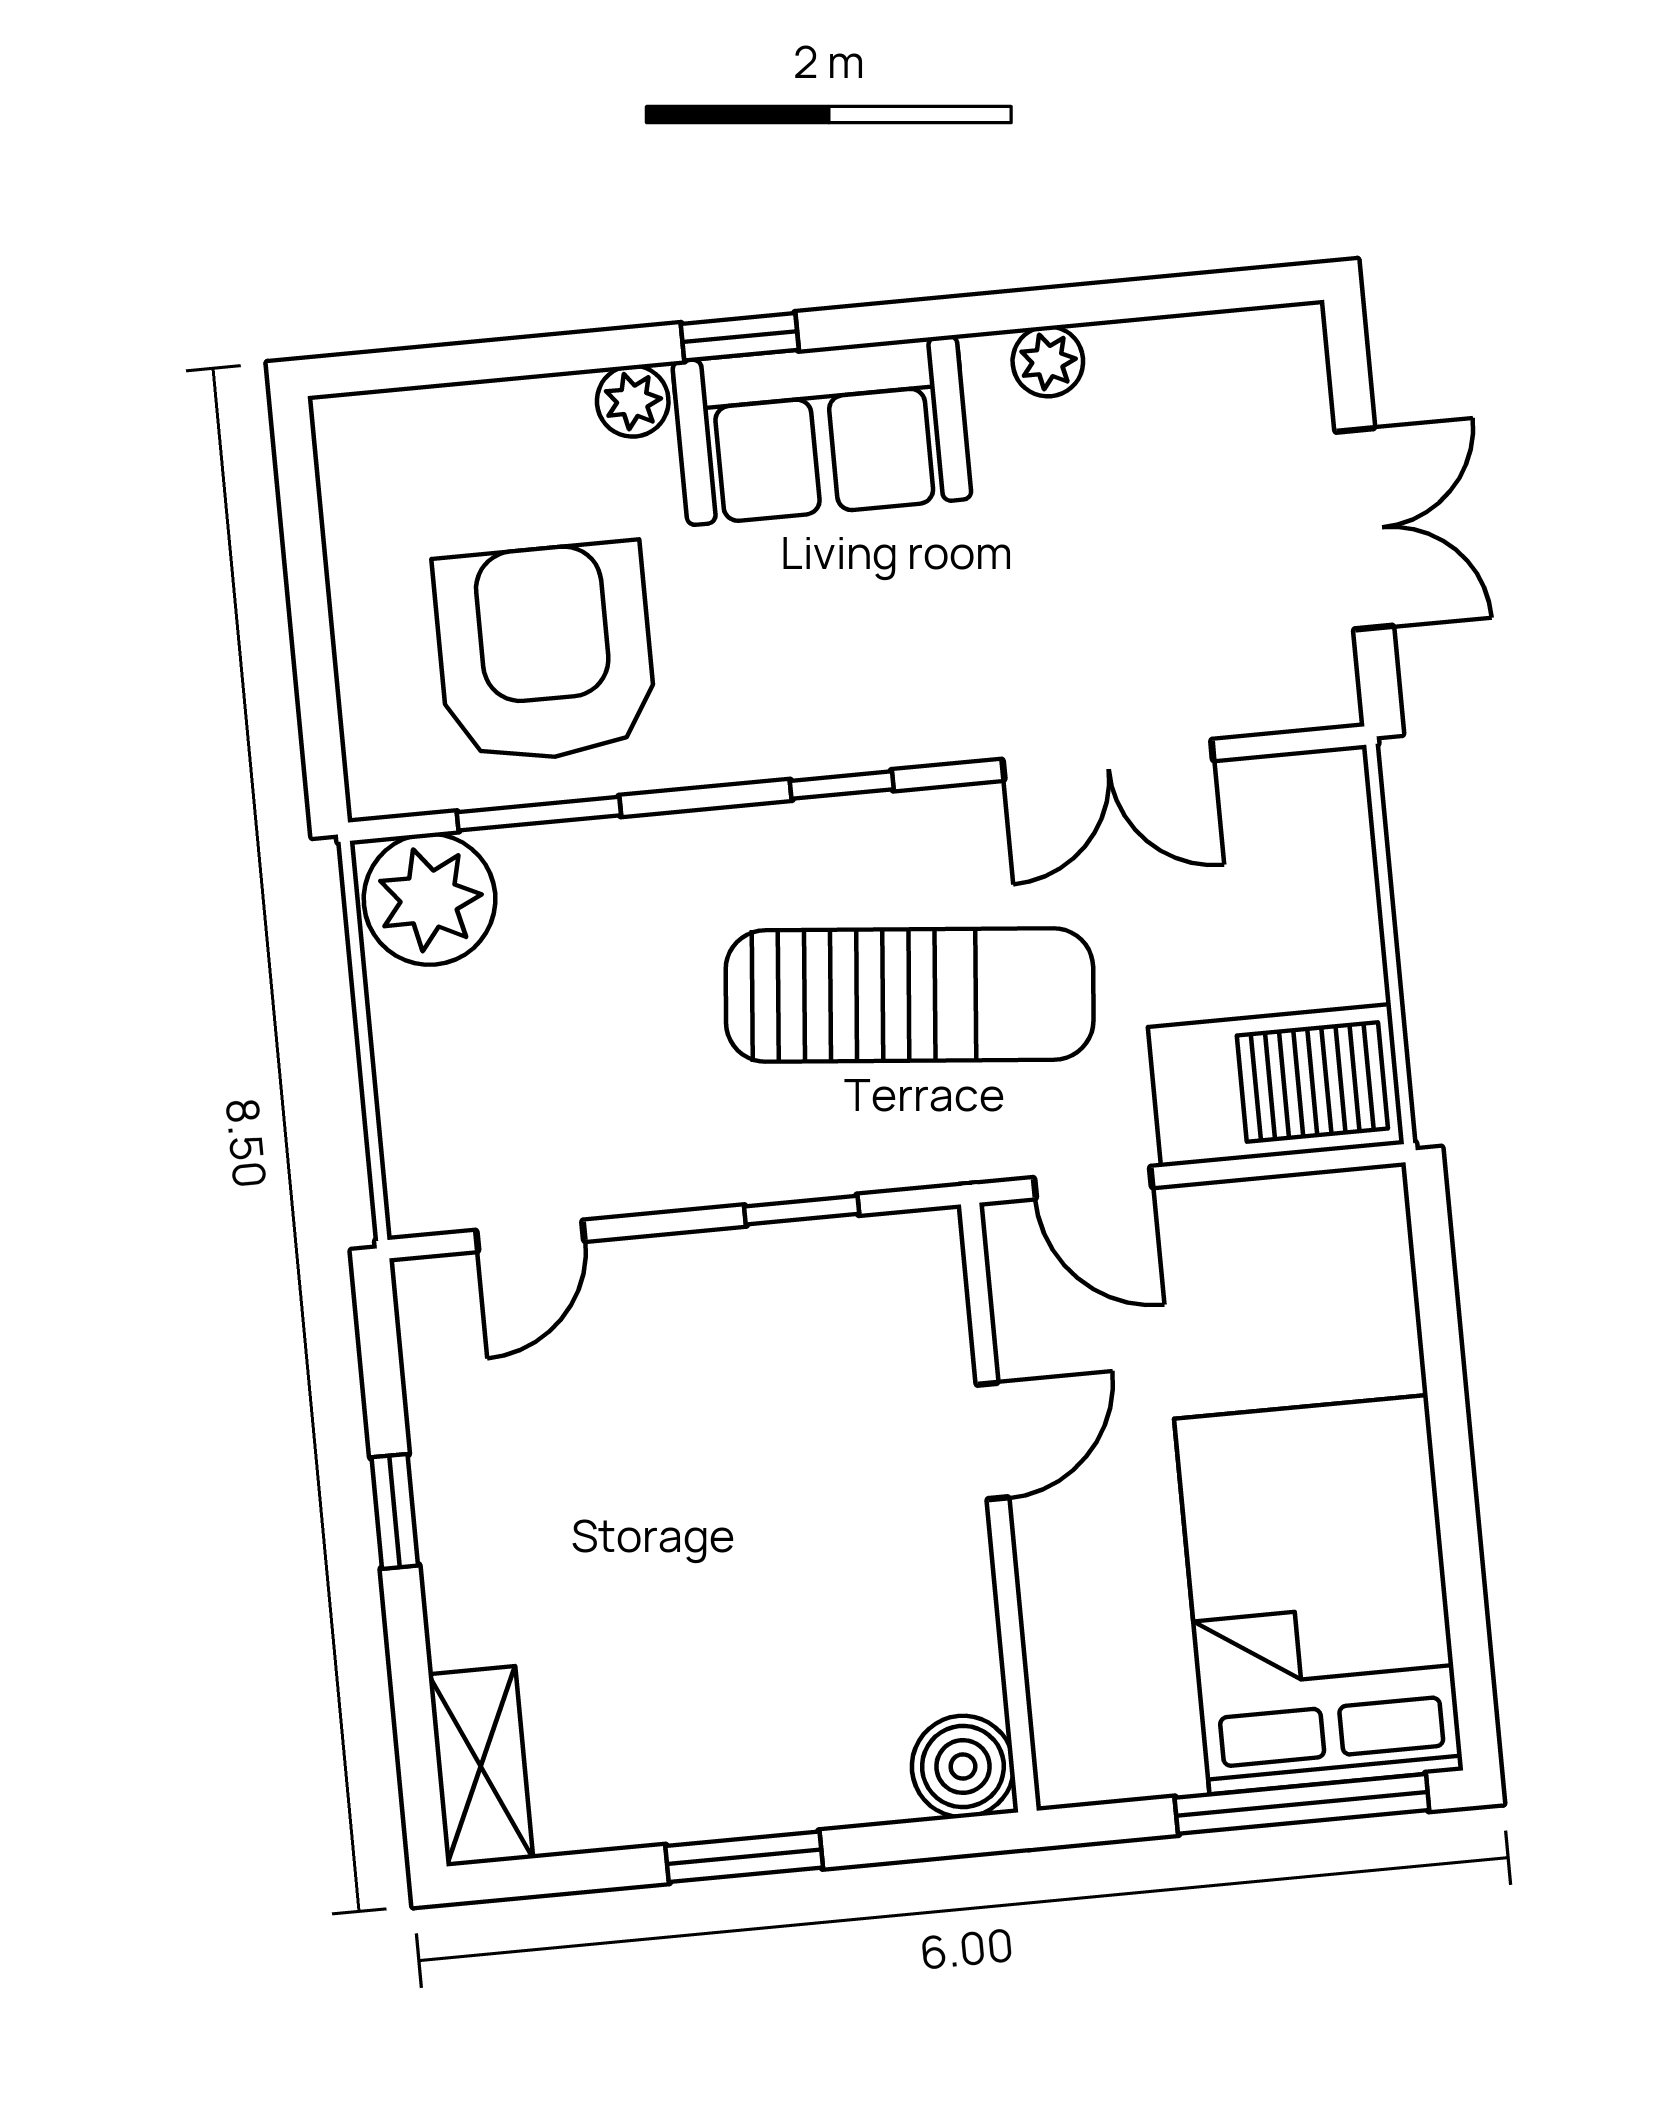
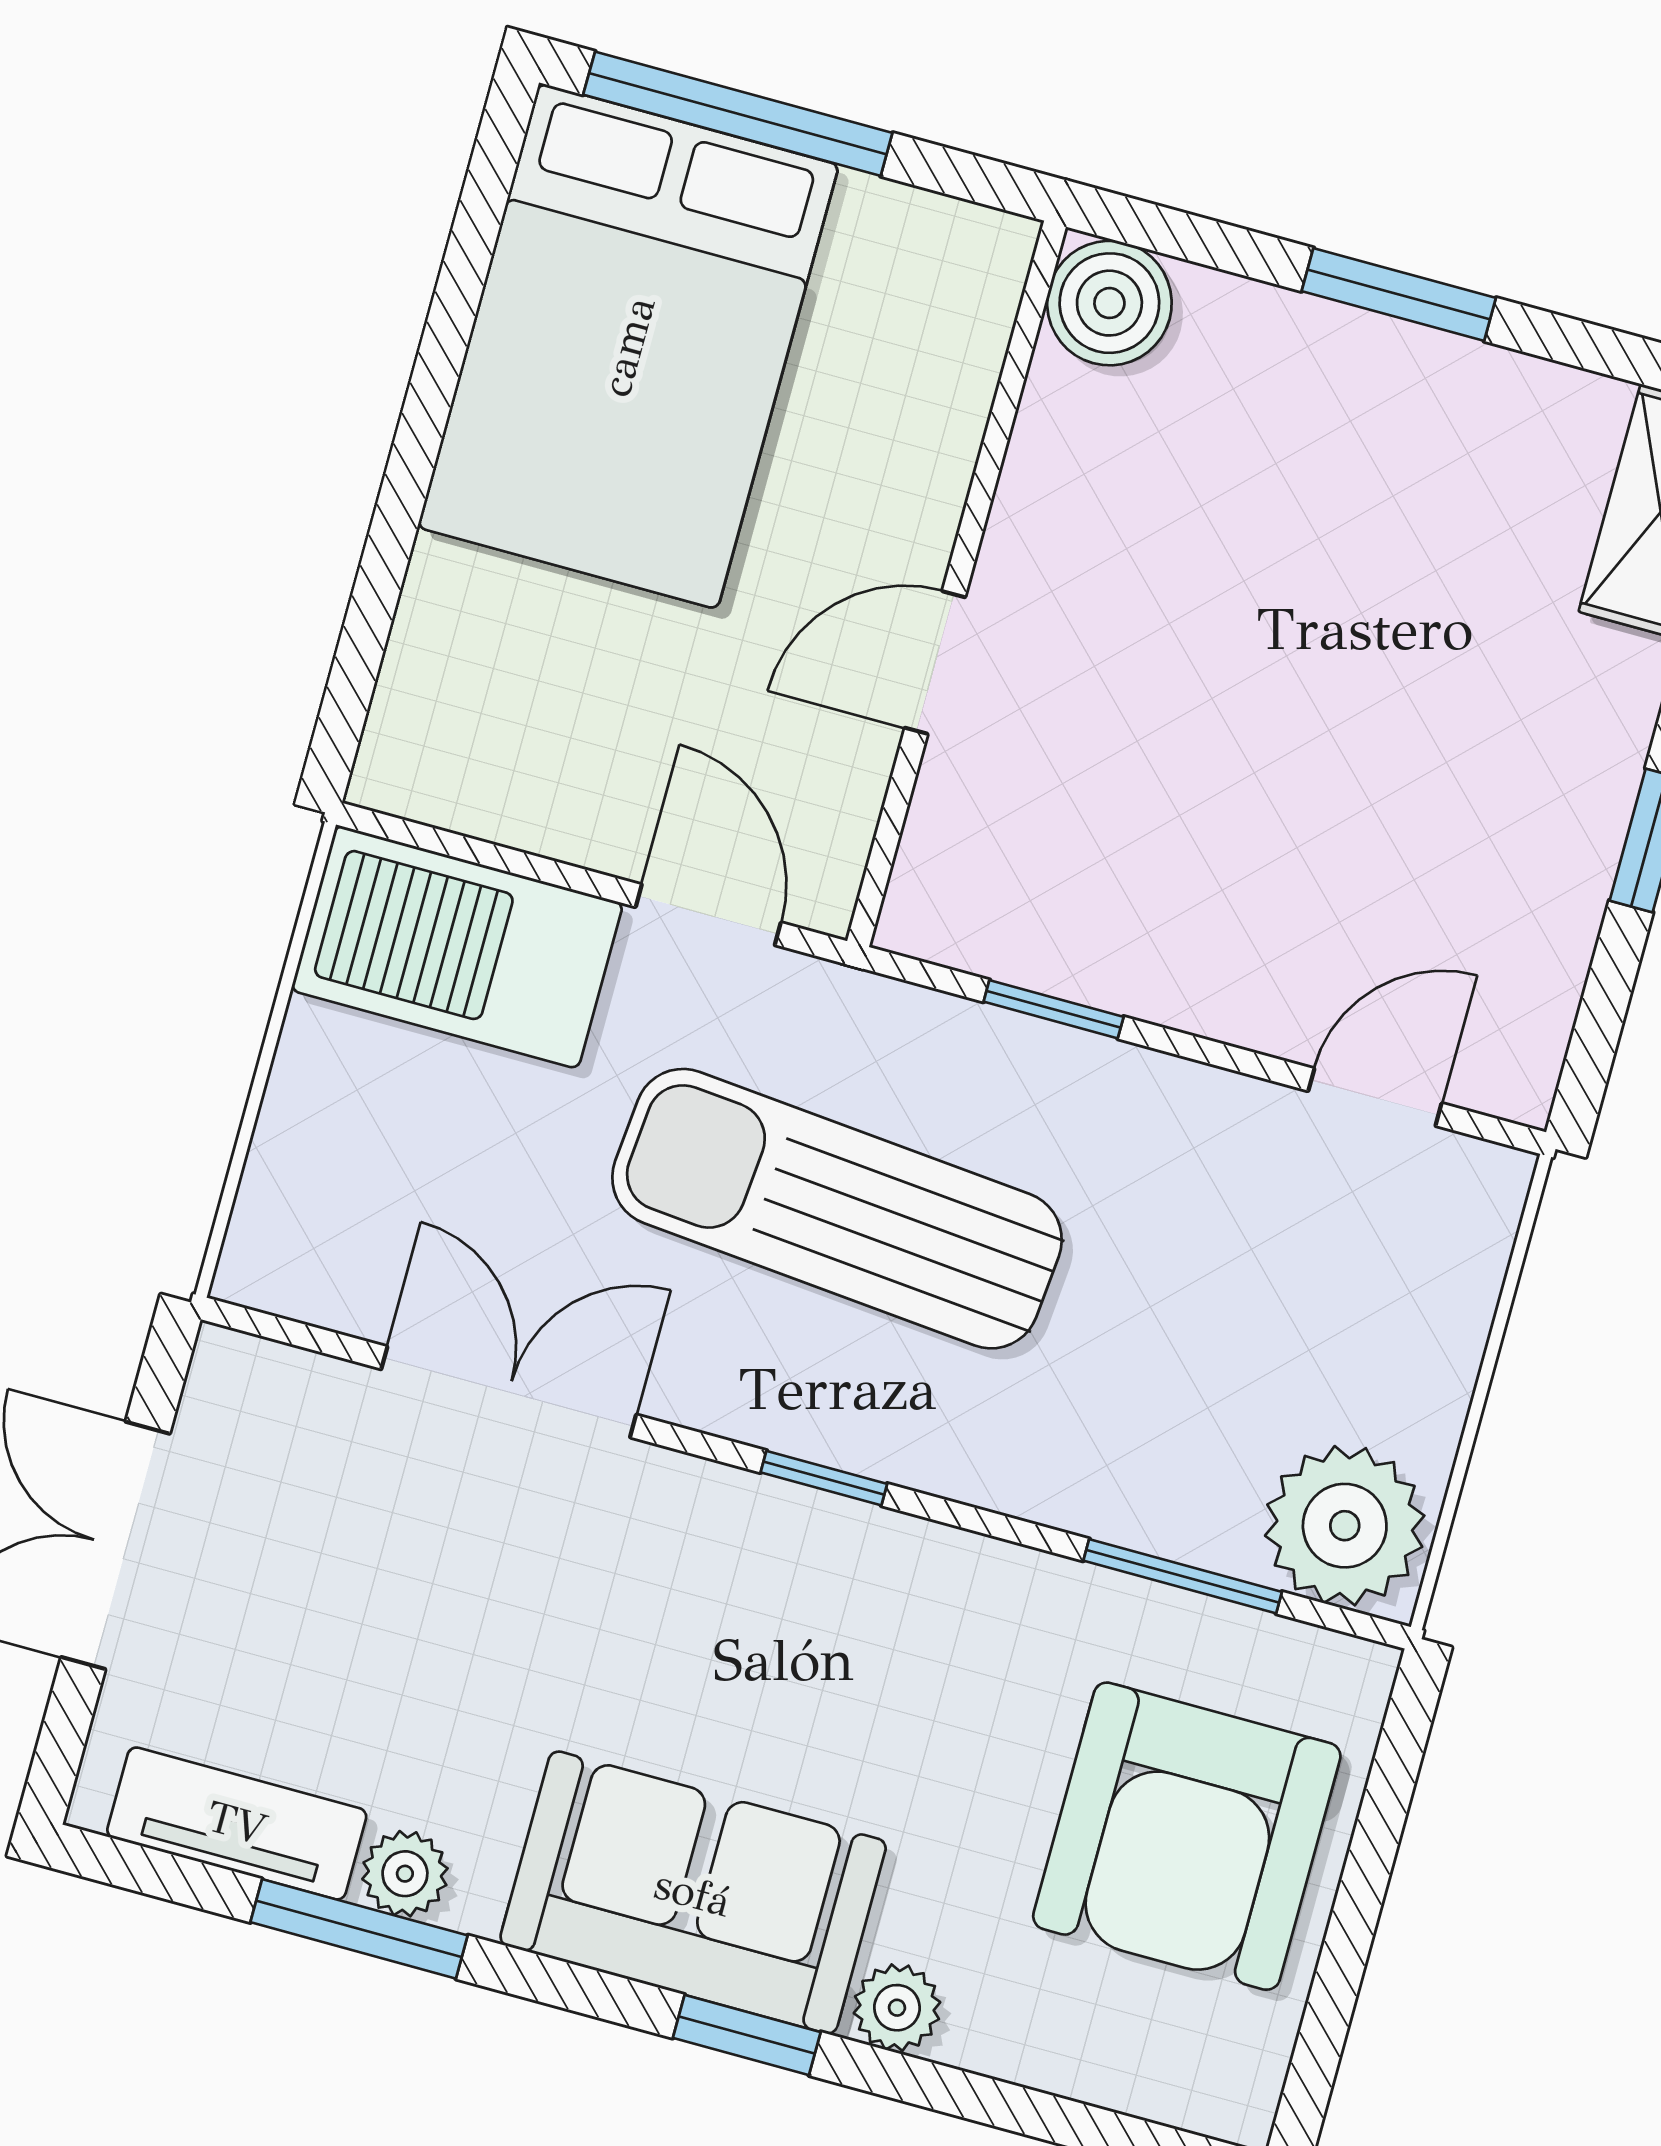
window: (1067, 306) -> (359, 1929), added
tv unit: (1191, 351) -> (237, 1823), added
armchair: (545, 653) -> (1187, 1836), moved

